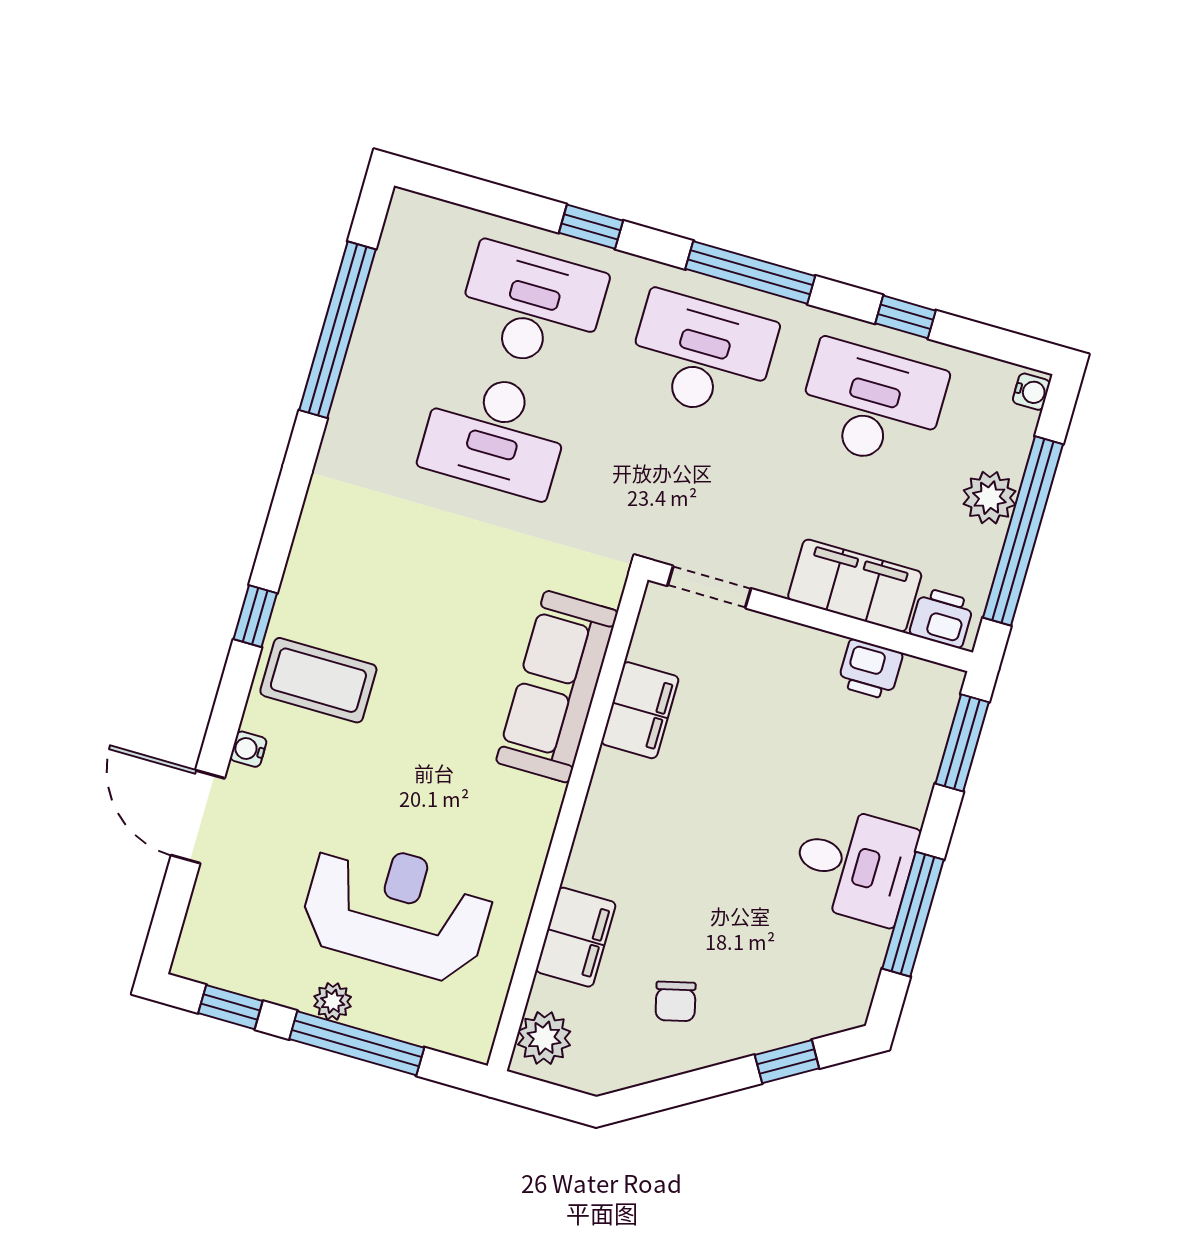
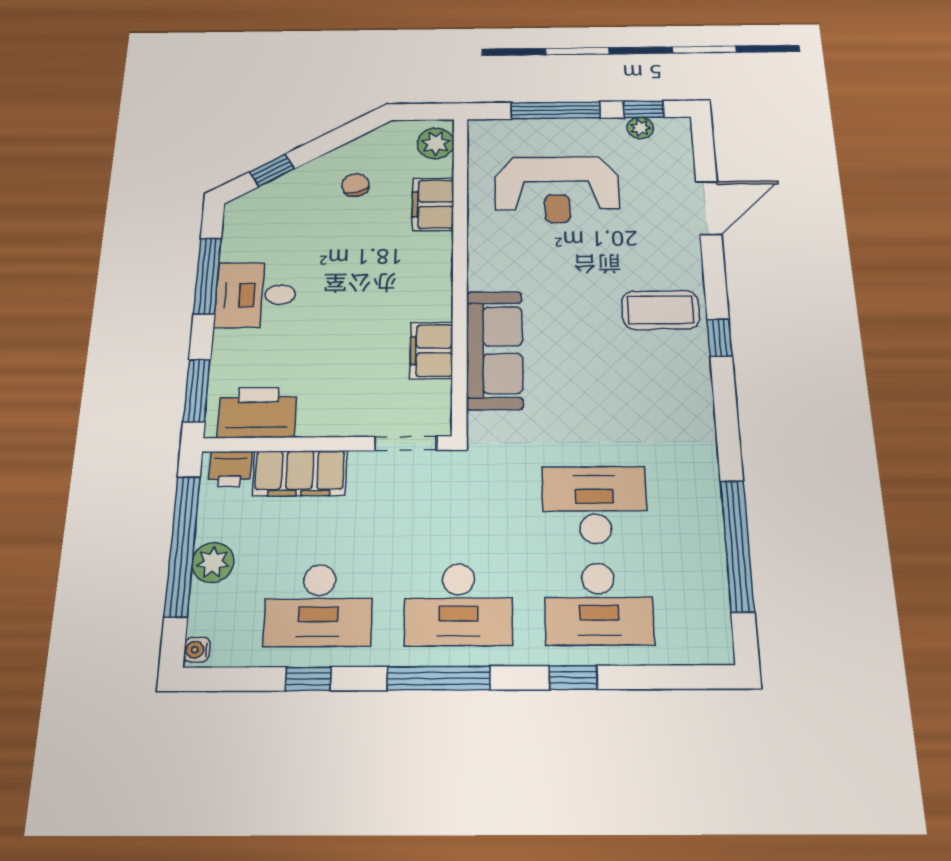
printer: (870, 669) -> (257, 412), width x1.87, depth x1.48
water cooler: (248, 749) -> (691, 256), removed
door: (198, 817) -> (709, 208), hinge flipped
plant: (333, 1001) -> (640, 128), moved

